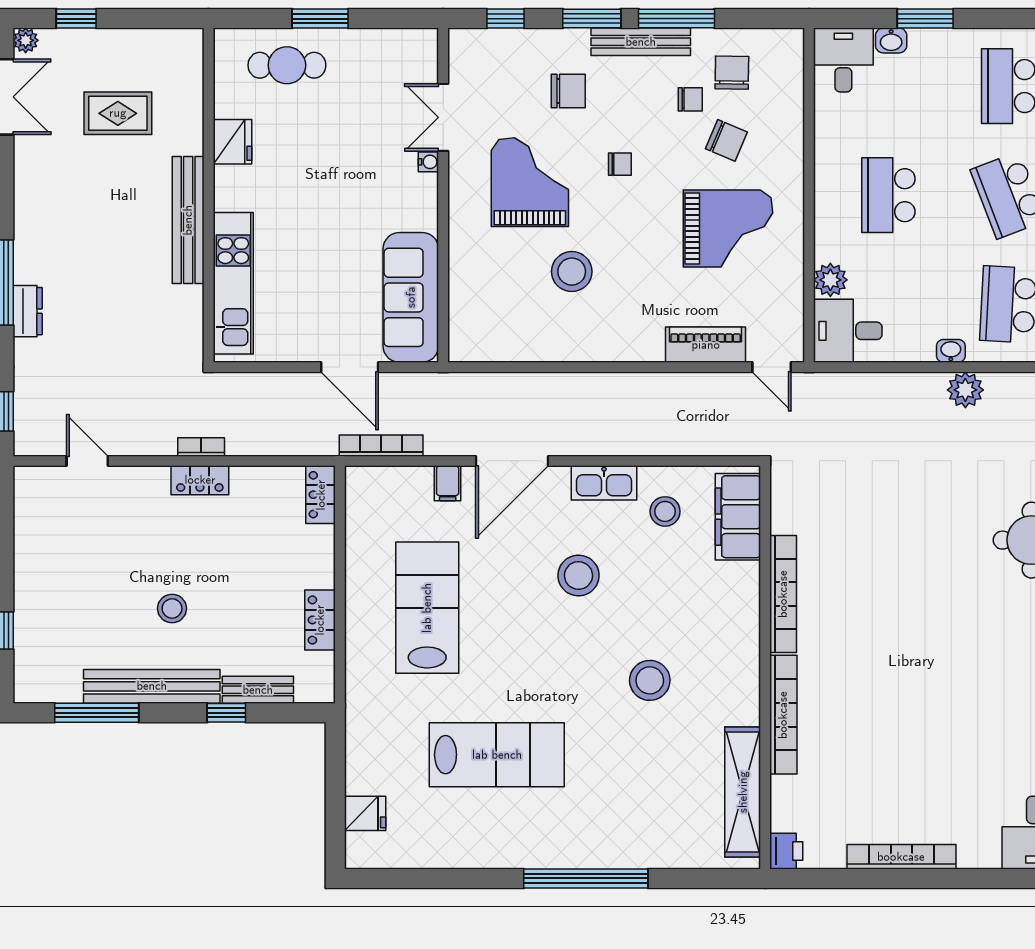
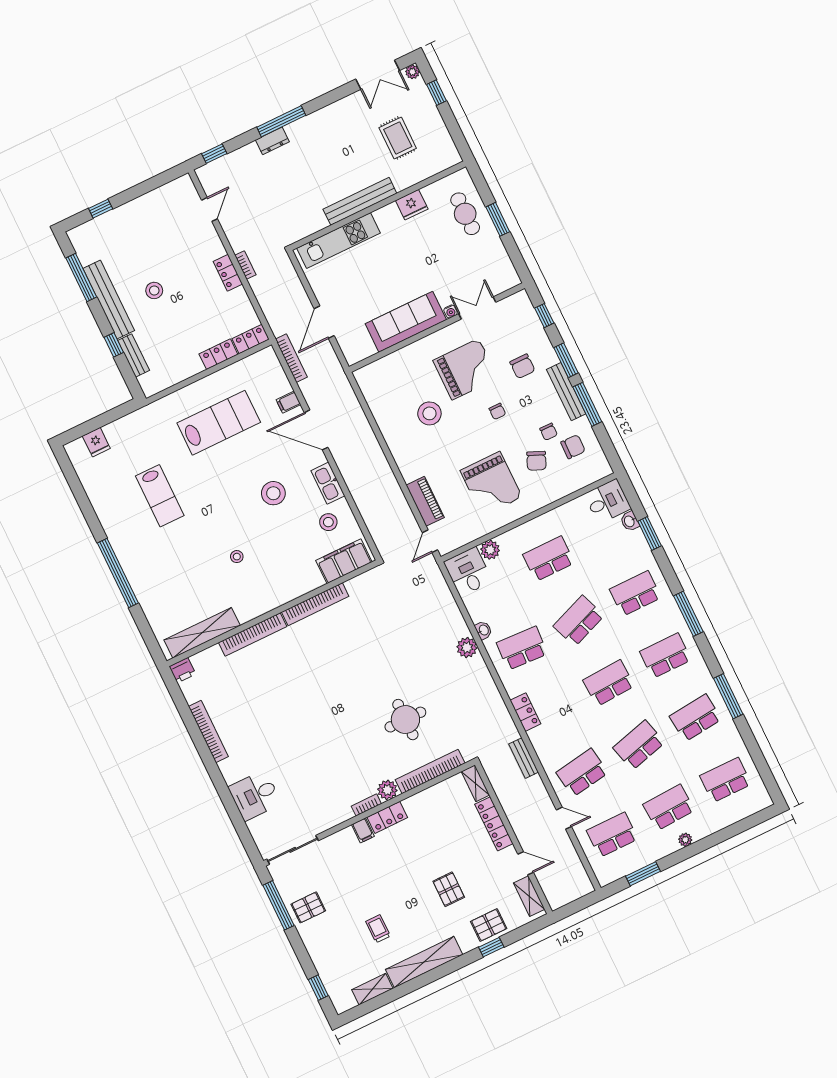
sofa: (411, 297) -> (406, 322), moved
locker: (320, 620) -> (218, 354), moved
stool: (650, 680) -> (237, 557), width x0.53, depth x0.53
lab bench: (497, 755) -> (160, 496), width x0.73, depth x0.72

